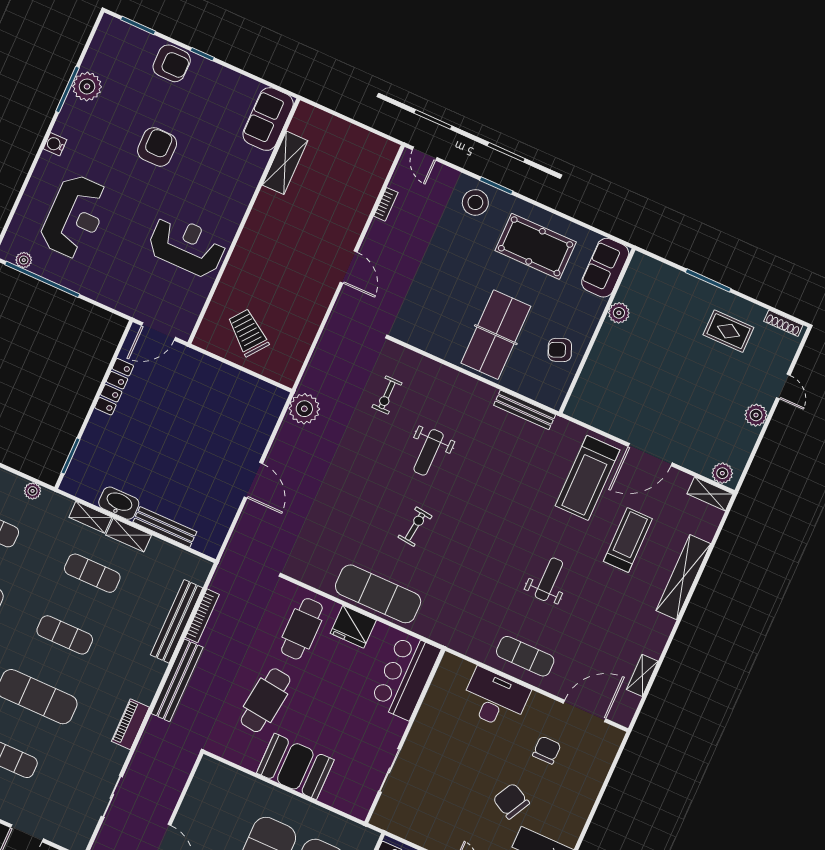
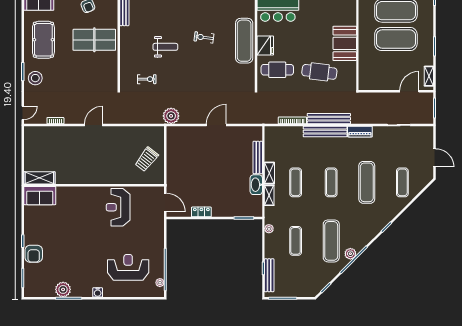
armchair: (172, 63) -> (34, 254), turned 180
armchair: (157, 147) -> (77, 243), removed
shelving: (285, 163) -> (39, 178), moved
locker: (114, 387) -> (201, 212), width x0.66
bench: (177, 621) -> (325, 132), moved

